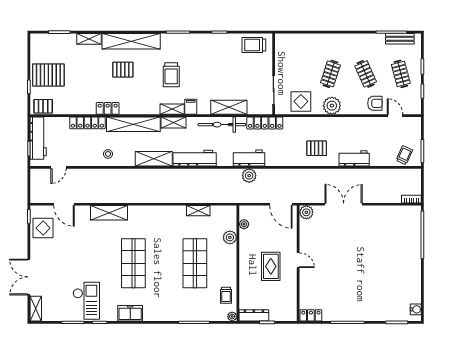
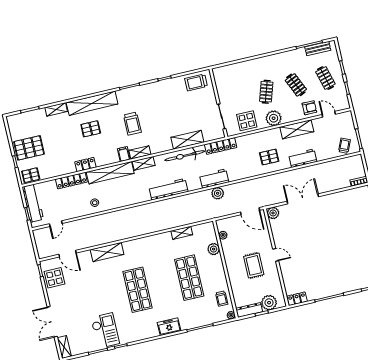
filing cabinet: (191, 107) -> (124, 154), moved
shelving: (154, 159) -> (297, 129), moved
plant: (278, 312) -> (269, 303), added
freezer: (130, 313) -> (169, 327), moved

